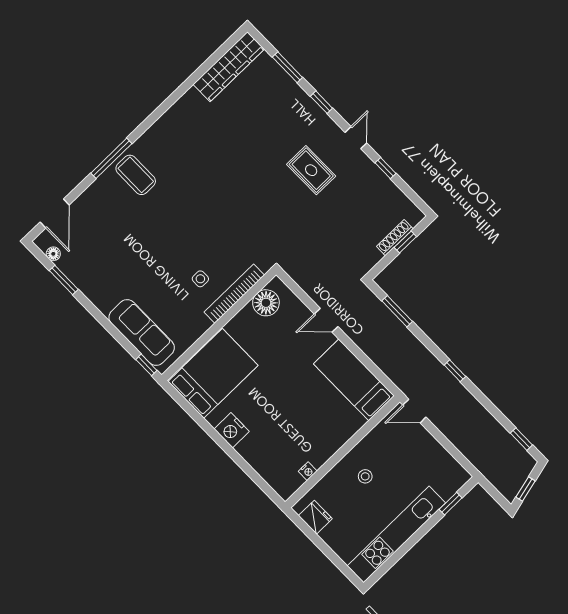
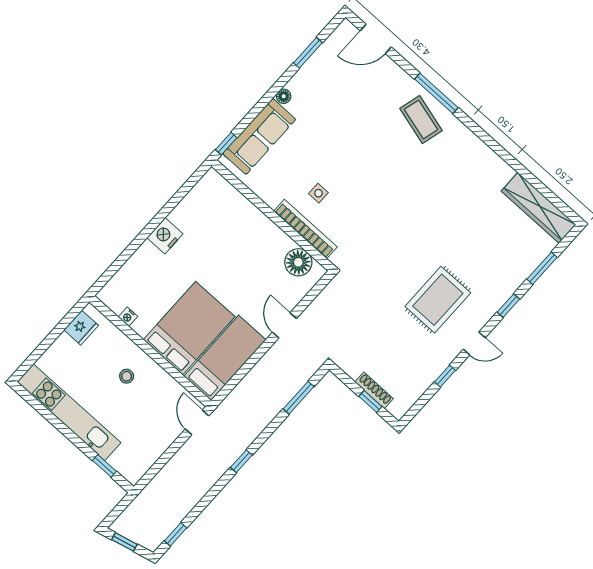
rug: (311, 170) -> (438, 300), width x1.36, depth x1.43
coffee table: (136, 175) -> (421, 120), turned -75
floor lamp: (53, 254) -> (284, 96), moved
bed: (213, 373) -> (189, 328), moved, turned -90

